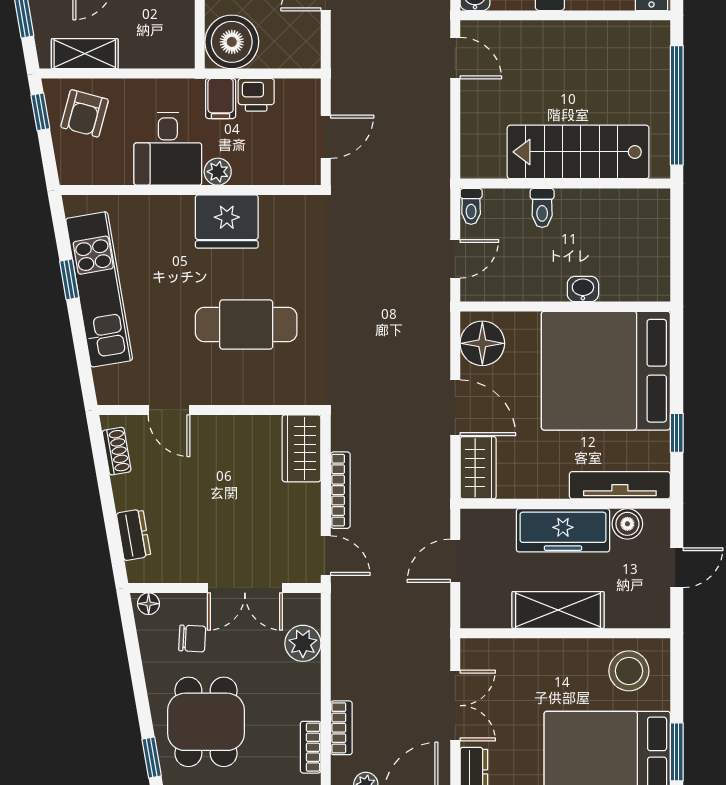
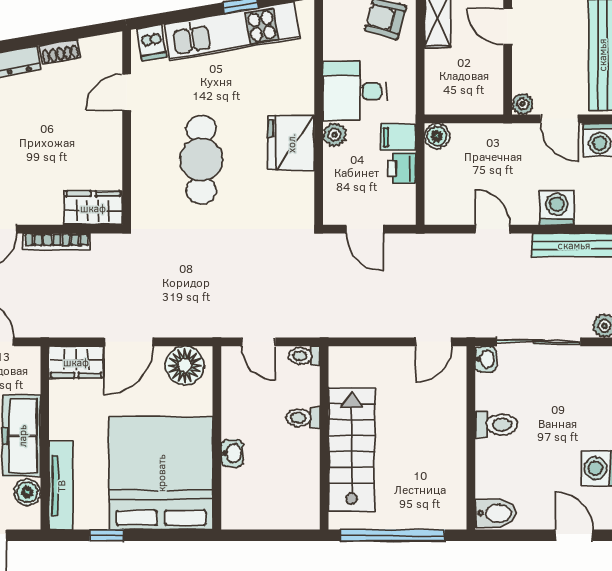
boiler: (232, 42) -> (437, 136), width x0.54, depth x0.54
dishwasher: (112, 381) -> (152, 43), added
shoe rack: (117, 451) -> (60, 52), moved

